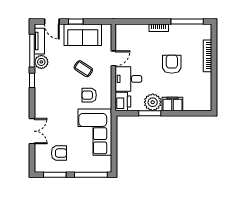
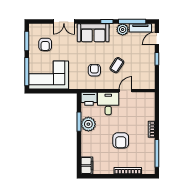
sofa: (83, 35) -> (93, 33), moved, turned -90
door: (113, 58) -> (126, 91), swing flipped
armchair: (172, 64) -> (121, 140), turned 90
filing cabinet: (172, 104) -> (87, 165), moved
corner sofa: (95, 132) -> (49, 75), moved

